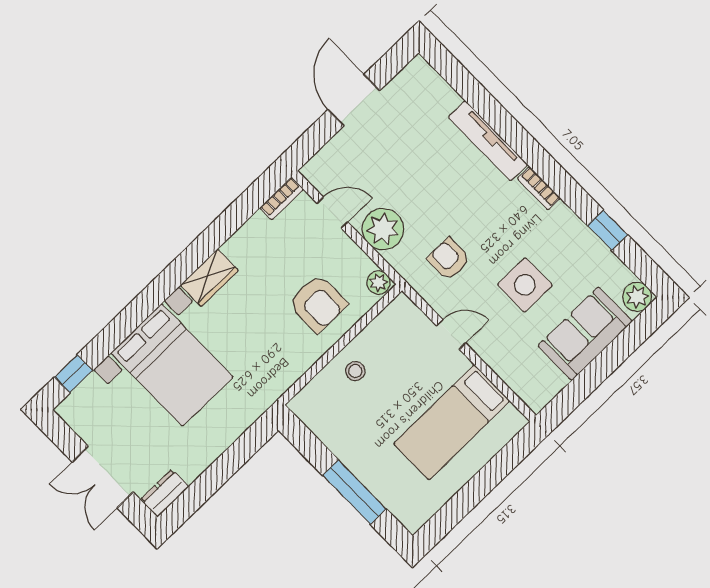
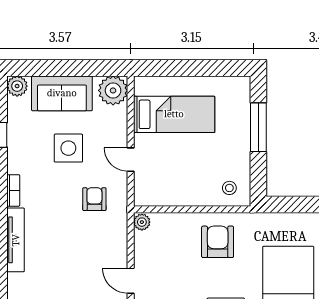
plant: (383, 229) -> (113, 90), moved
armchair: (449, 259) -> (94, 199), turned 180
armchair: (318, 303) -> (218, 242), moved
stool: (355, 371) -> (229, 188), moved

